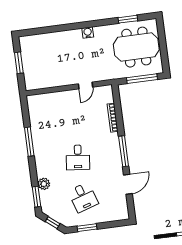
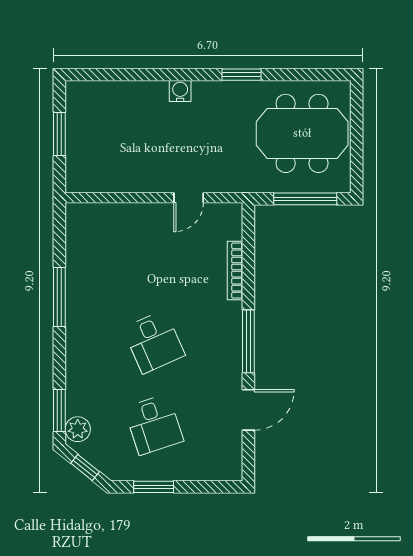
window: (128, 19) -> (241, 75), moved
water cooler: (88, 33) -> (180, 91), moved
desk: (78, 157) -> (154, 342), turned -30
plant: (44, 184) -> (78, 429), moved

